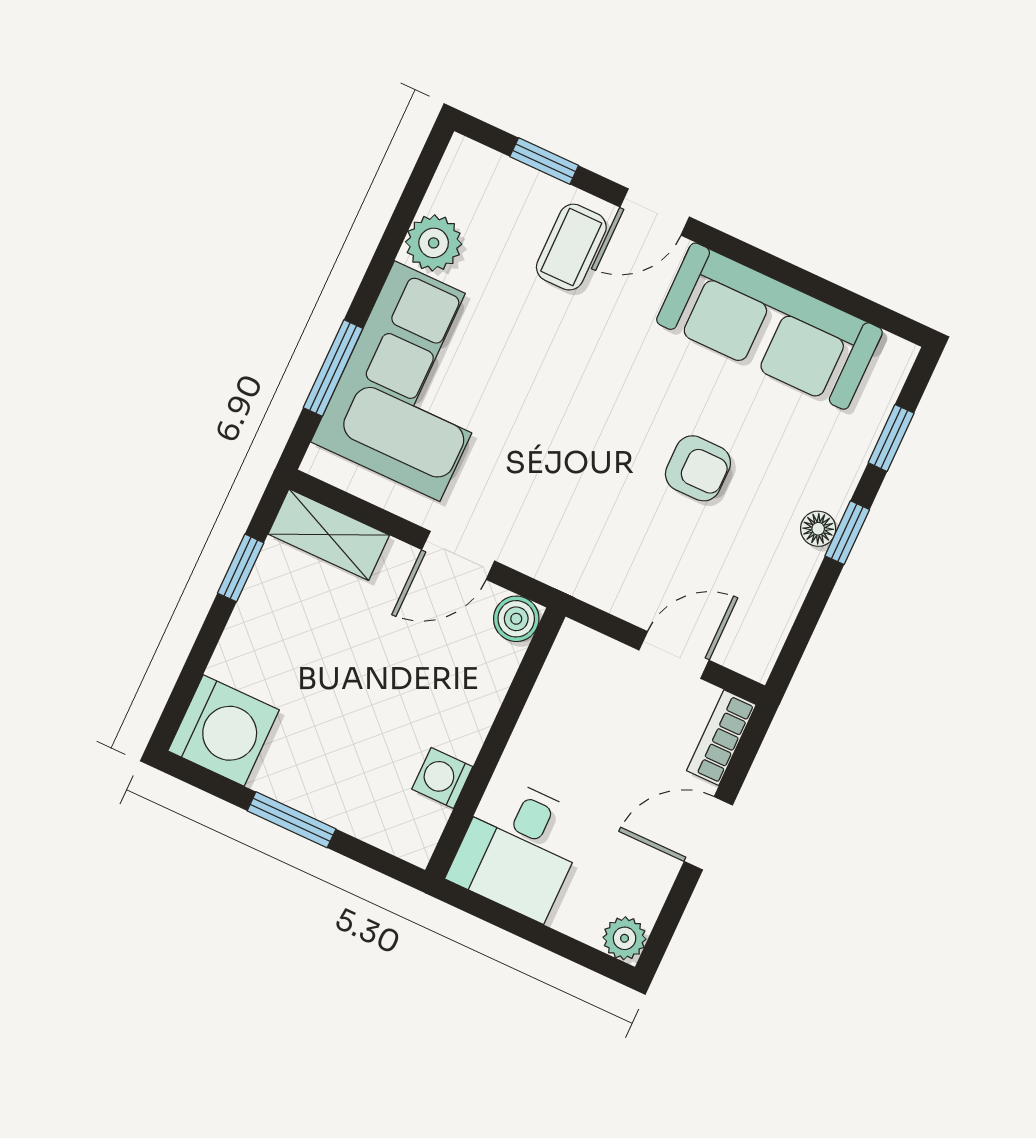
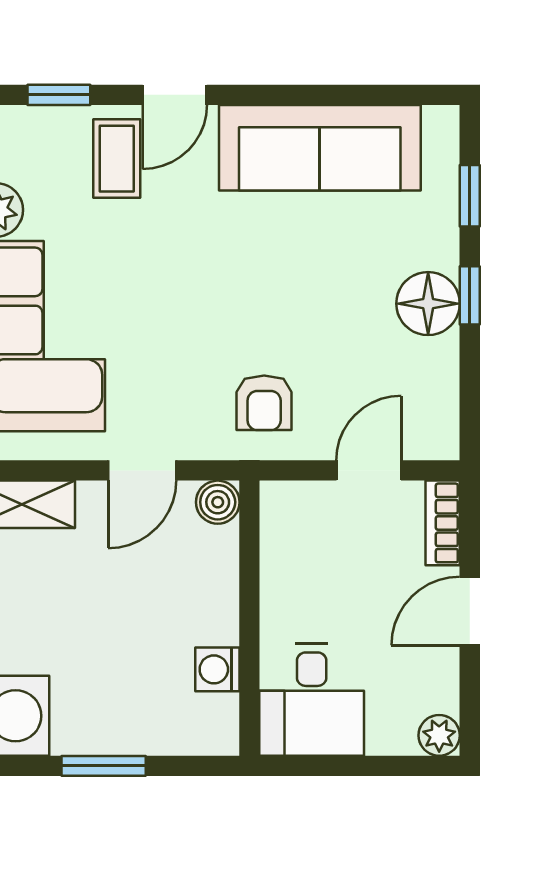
armchair: (698, 468) -> (264, 403), moved, turned 90
floor lamp: (818, 529) -> (428, 304), width x1.89, depth x1.89

